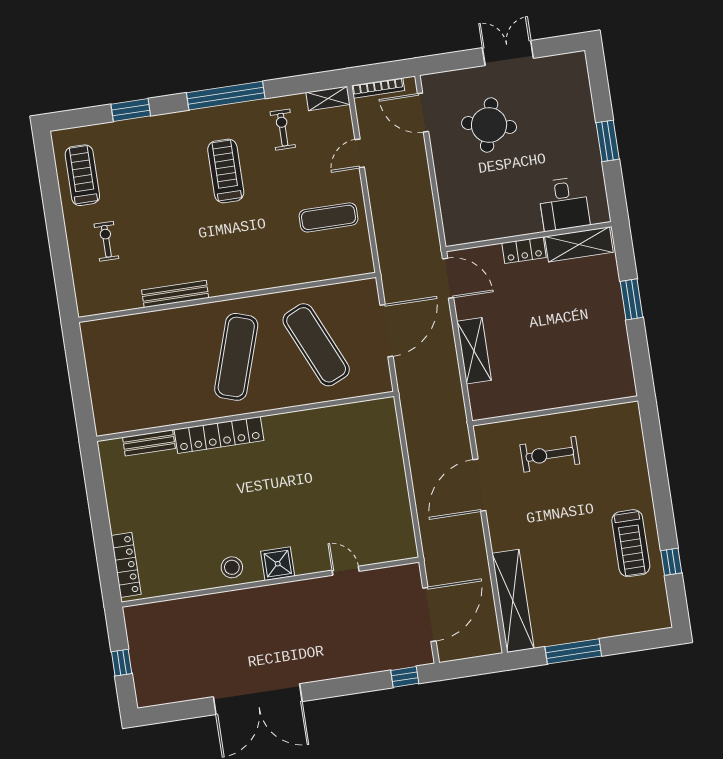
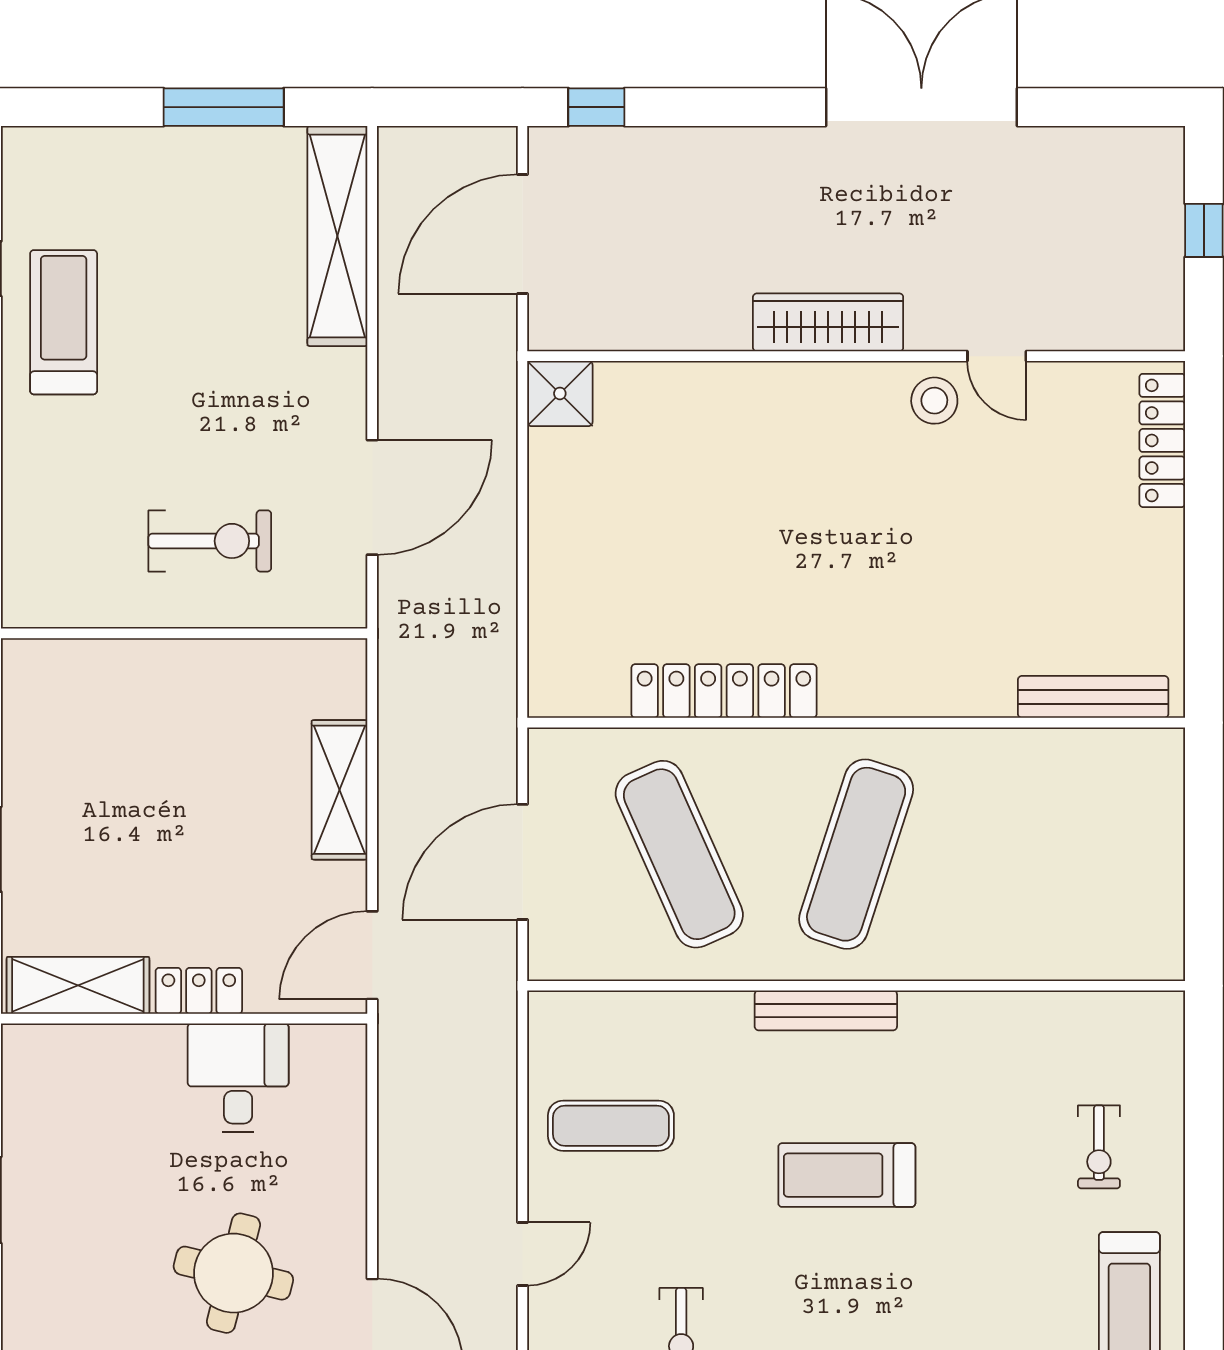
treadmill: (226, 171) -> (847, 1175), moved, turned 90
desk: (564, 204) -> (238, 1078), moved
door: (448, 278) -> (372, 955), hinge flipped
bench: (175, 294) -> (826, 1010), moved
locker: (219, 435) -> (724, 691), moved
bench: (149, 443) -> (1093, 697), width x1.36
shower: (278, 564) -> (560, 393), moved
door: (346, 571) -> (997, 356), moved
wardrobe: (285, 595) -> (828, 322), added

